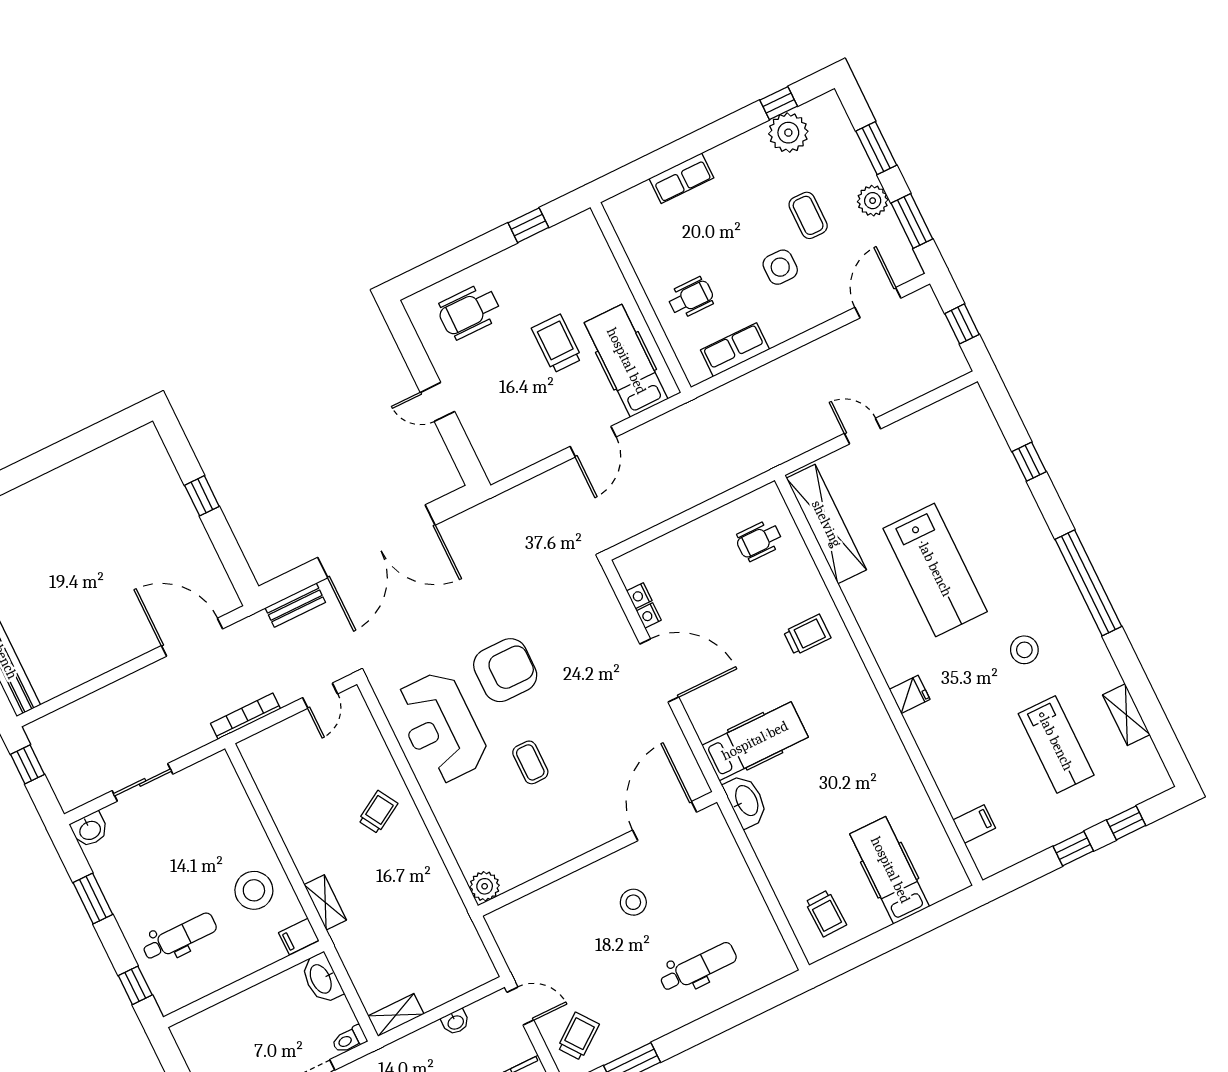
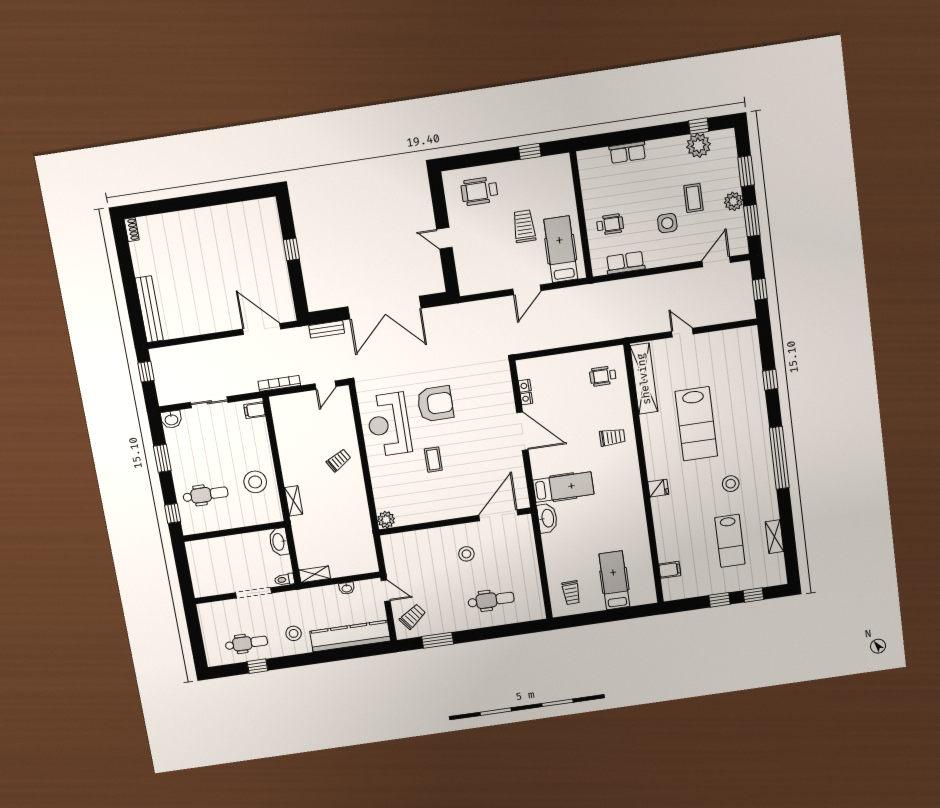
filing cabinet: (299, 936) -> (255, 410), moved

